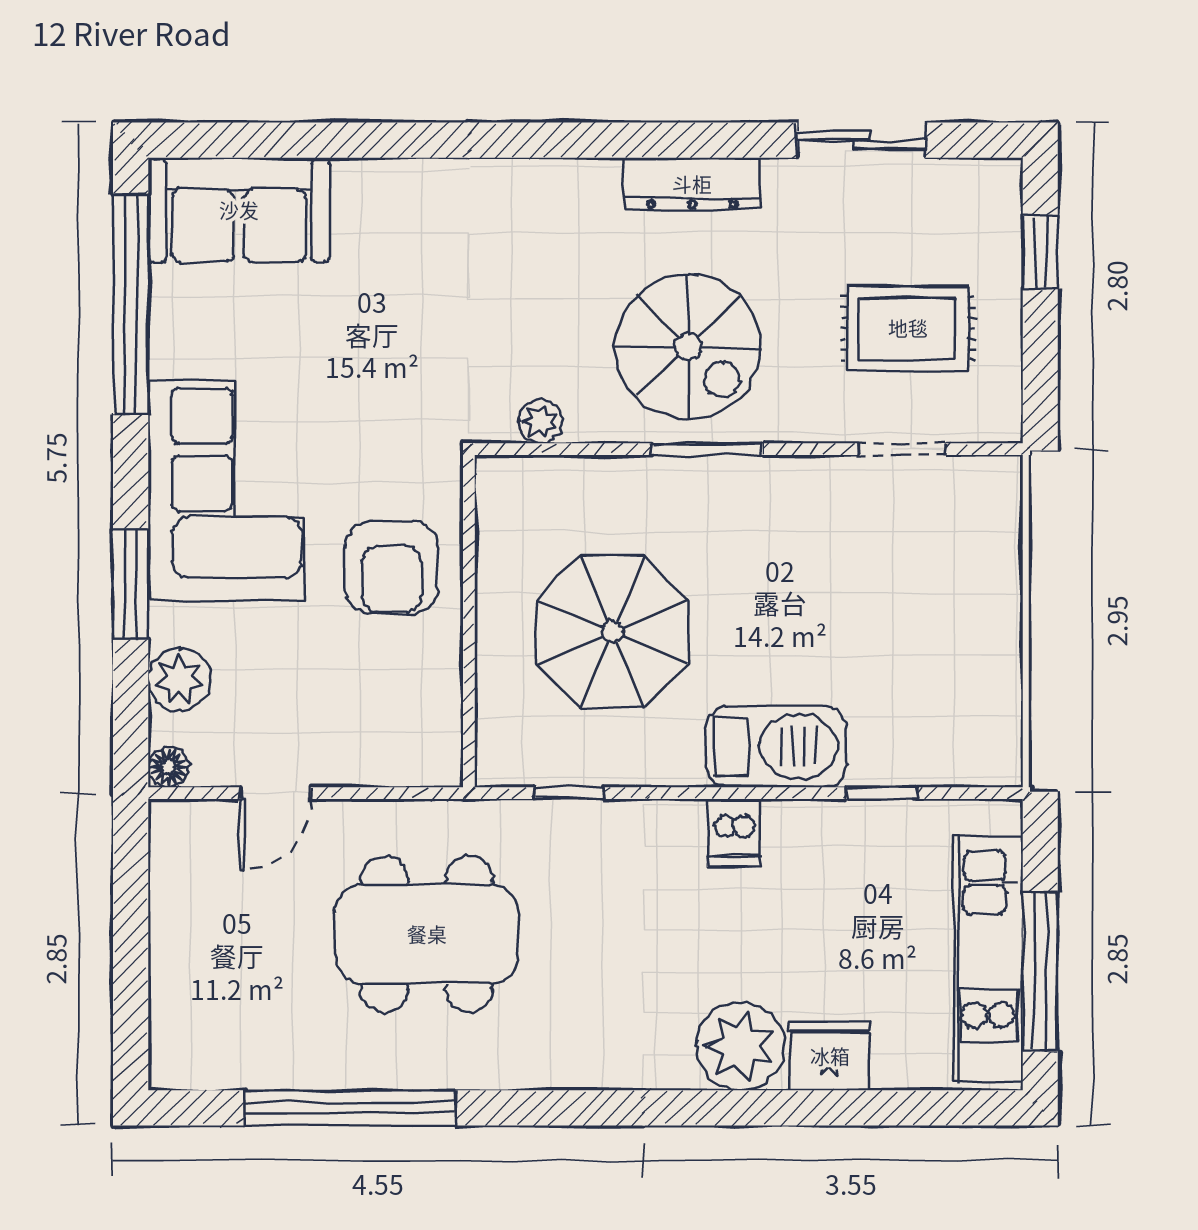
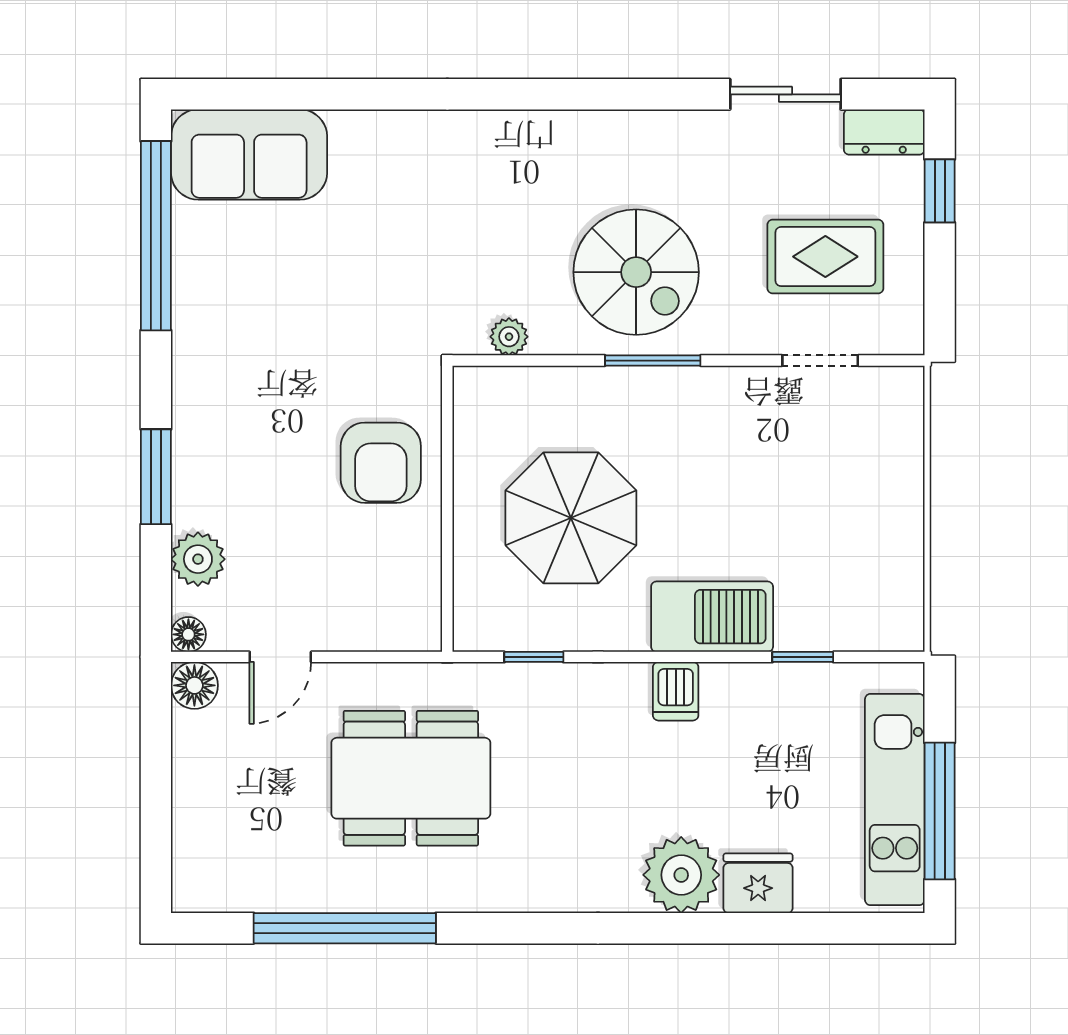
dresser: (692, 184) -> (884, 132), moved, width x0.70
corner sofa: (226, 490) -> (238, 396), removed
floor lamp: (175, 826) -> (194, 685), added

